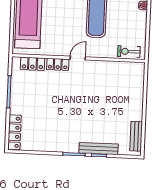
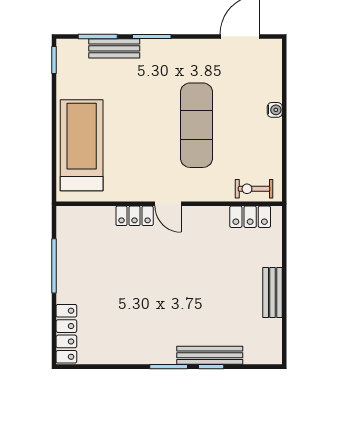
door: (78, 58) -> (168, 204), swing flipped
locker: (32, 64) -> (250, 217), moved
bench: (136, 136) -> (273, 292), moved

